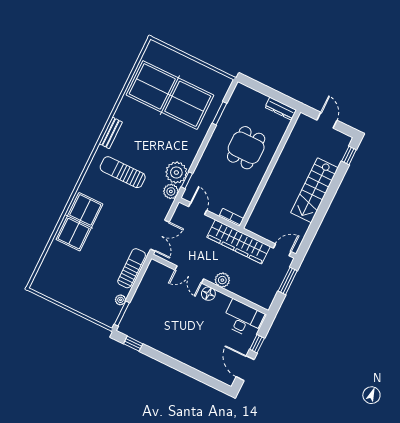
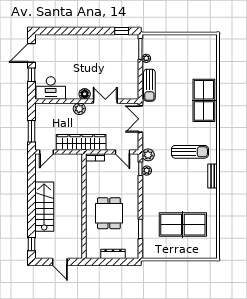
table tennis table: (170, 95) -> (183, 225), width x0.73, depth x0.76
dresser: (281, 109) -> (113, 254), moved
plant: (176, 172) -> (147, 171), width x0.53, depth x0.53
door: (245, 368) -> (32, 53), swing flipped

